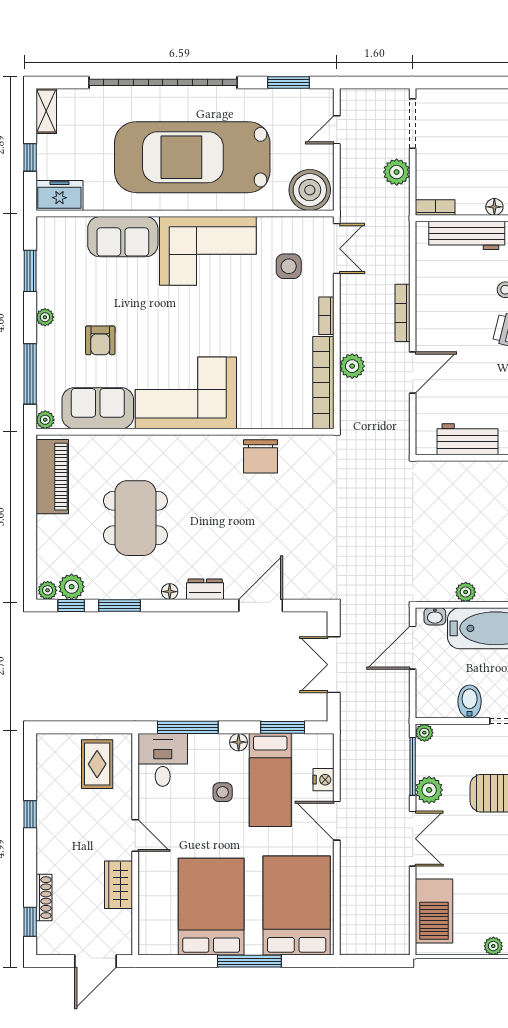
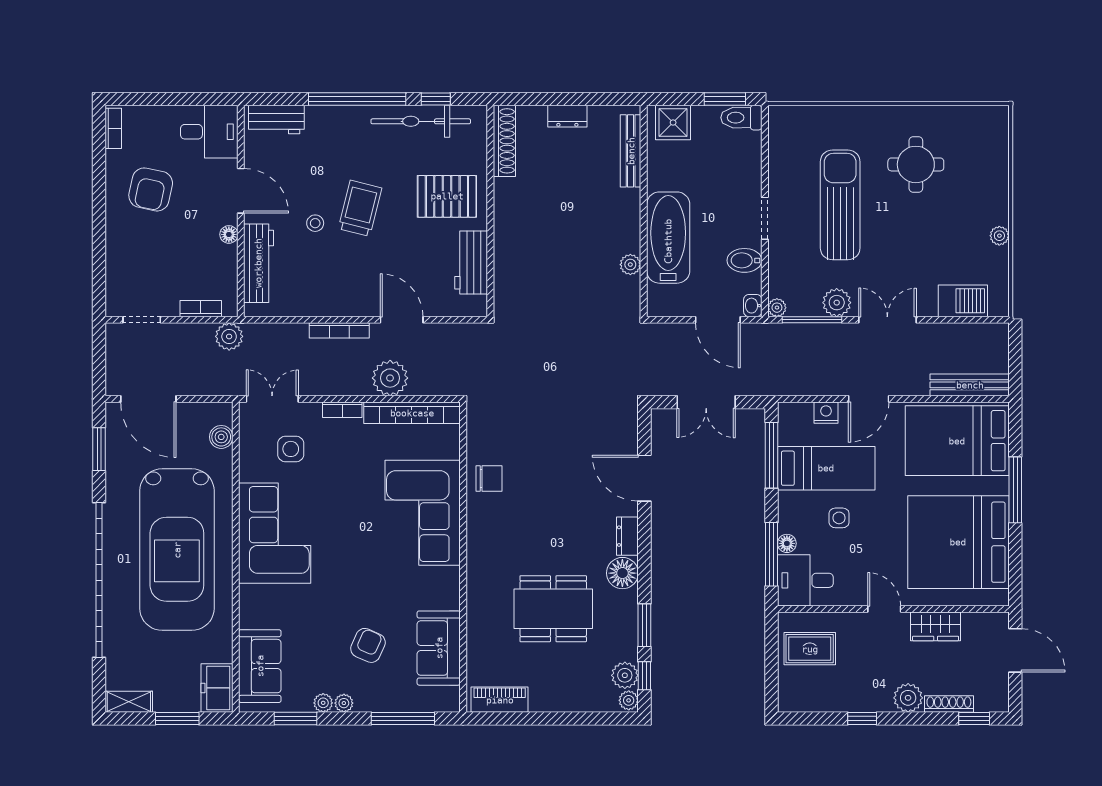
doorway: (413, 123) -> (142, 320), width x0.73
door: (337, 130) -> (148, 399), width x1.87
window: (30, 157) -> (177, 719), width x1.50
plant: (397, 172) -> (229, 336), moved
boiler: (310, 190) -> (221, 437), width x0.54, depth x0.54
bookcase: (435, 208) -> (201, 309), moved, turned 90
sofa: (123, 237) -> (260, 666), moved
armchair: (100, 340) -> (368, 645), turned -66
plant: (352, 366) -> (390, 378), width x1.36, depth x1.36
corner sofa: (186, 393) -> (423, 513), moved
plant: (45, 420) -> (323, 703), moved
chair: (260, 456) -> (489, 478), width x0.73, depth x0.73
piano: (52, 477) -> (500, 700), width x0.73, depth x0.75
floor lamp: (170, 592) -> (622, 573), width x1.89, depth x1.89
washbasin: (435, 616) -> (753, 306), moved, turned 180
door: (413, 648) -> (718, 320), moved
window: (283, 727) -> (771, 455), width x1.44
floor lamp: (239, 742) -> (787, 543), moved
door: (135, 836) -> (884, 609), hinge flipped
plant: (50, 858) -> (908, 698), added
bed: (211, 907) -> (958, 542), width x1.36
barbecue: (434, 911) -> (963, 301), width x0.73, depth x0.83
bench: (350, 917) -> (970, 385), added

